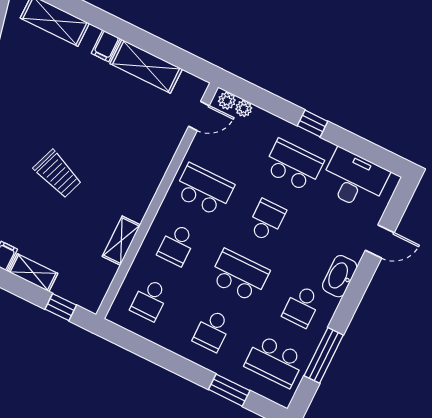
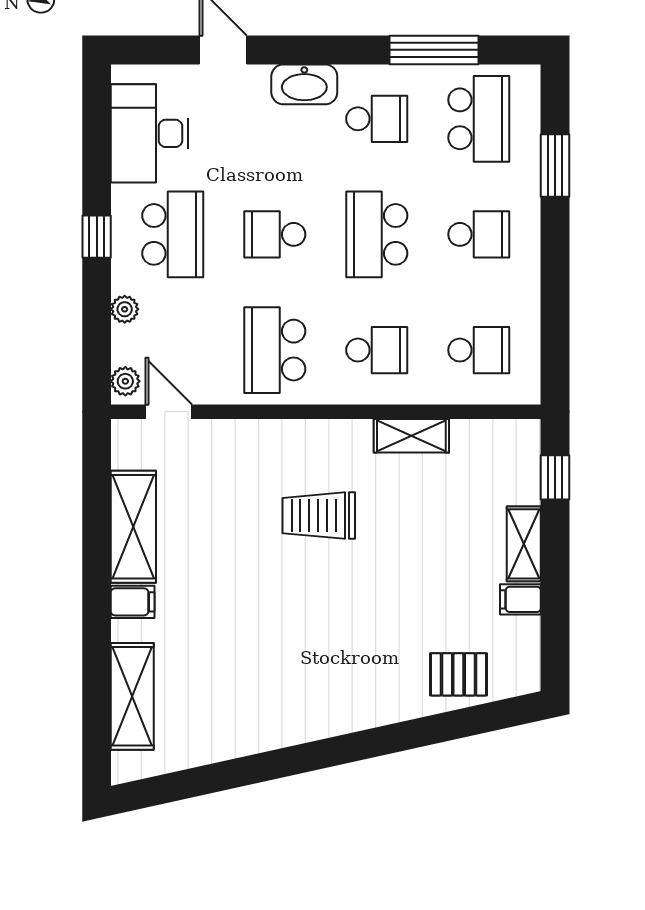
plant: (244, 108) -> (125, 309), moved
school desk: (294, 165) -> (173, 234), turned 180
trolley: (58, 174) -> (319, 516), moved, turned -110

